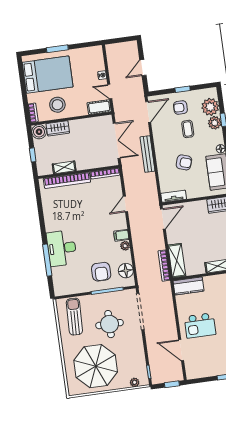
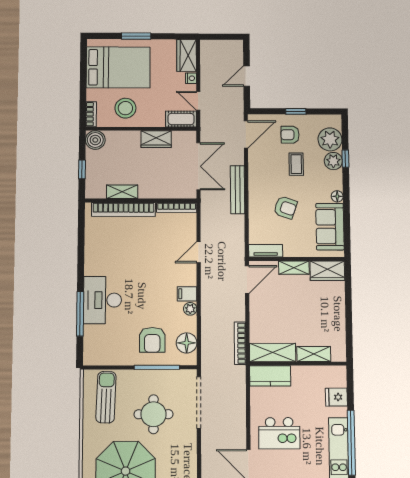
wardrobe: (97, 58) -> (187, 55), added
wardrobe: (58, 128) -> (156, 139), moved
shelving: (196, 206) -> (294, 268), added
shelving: (177, 261) -> (273, 353), moved, turned 90

